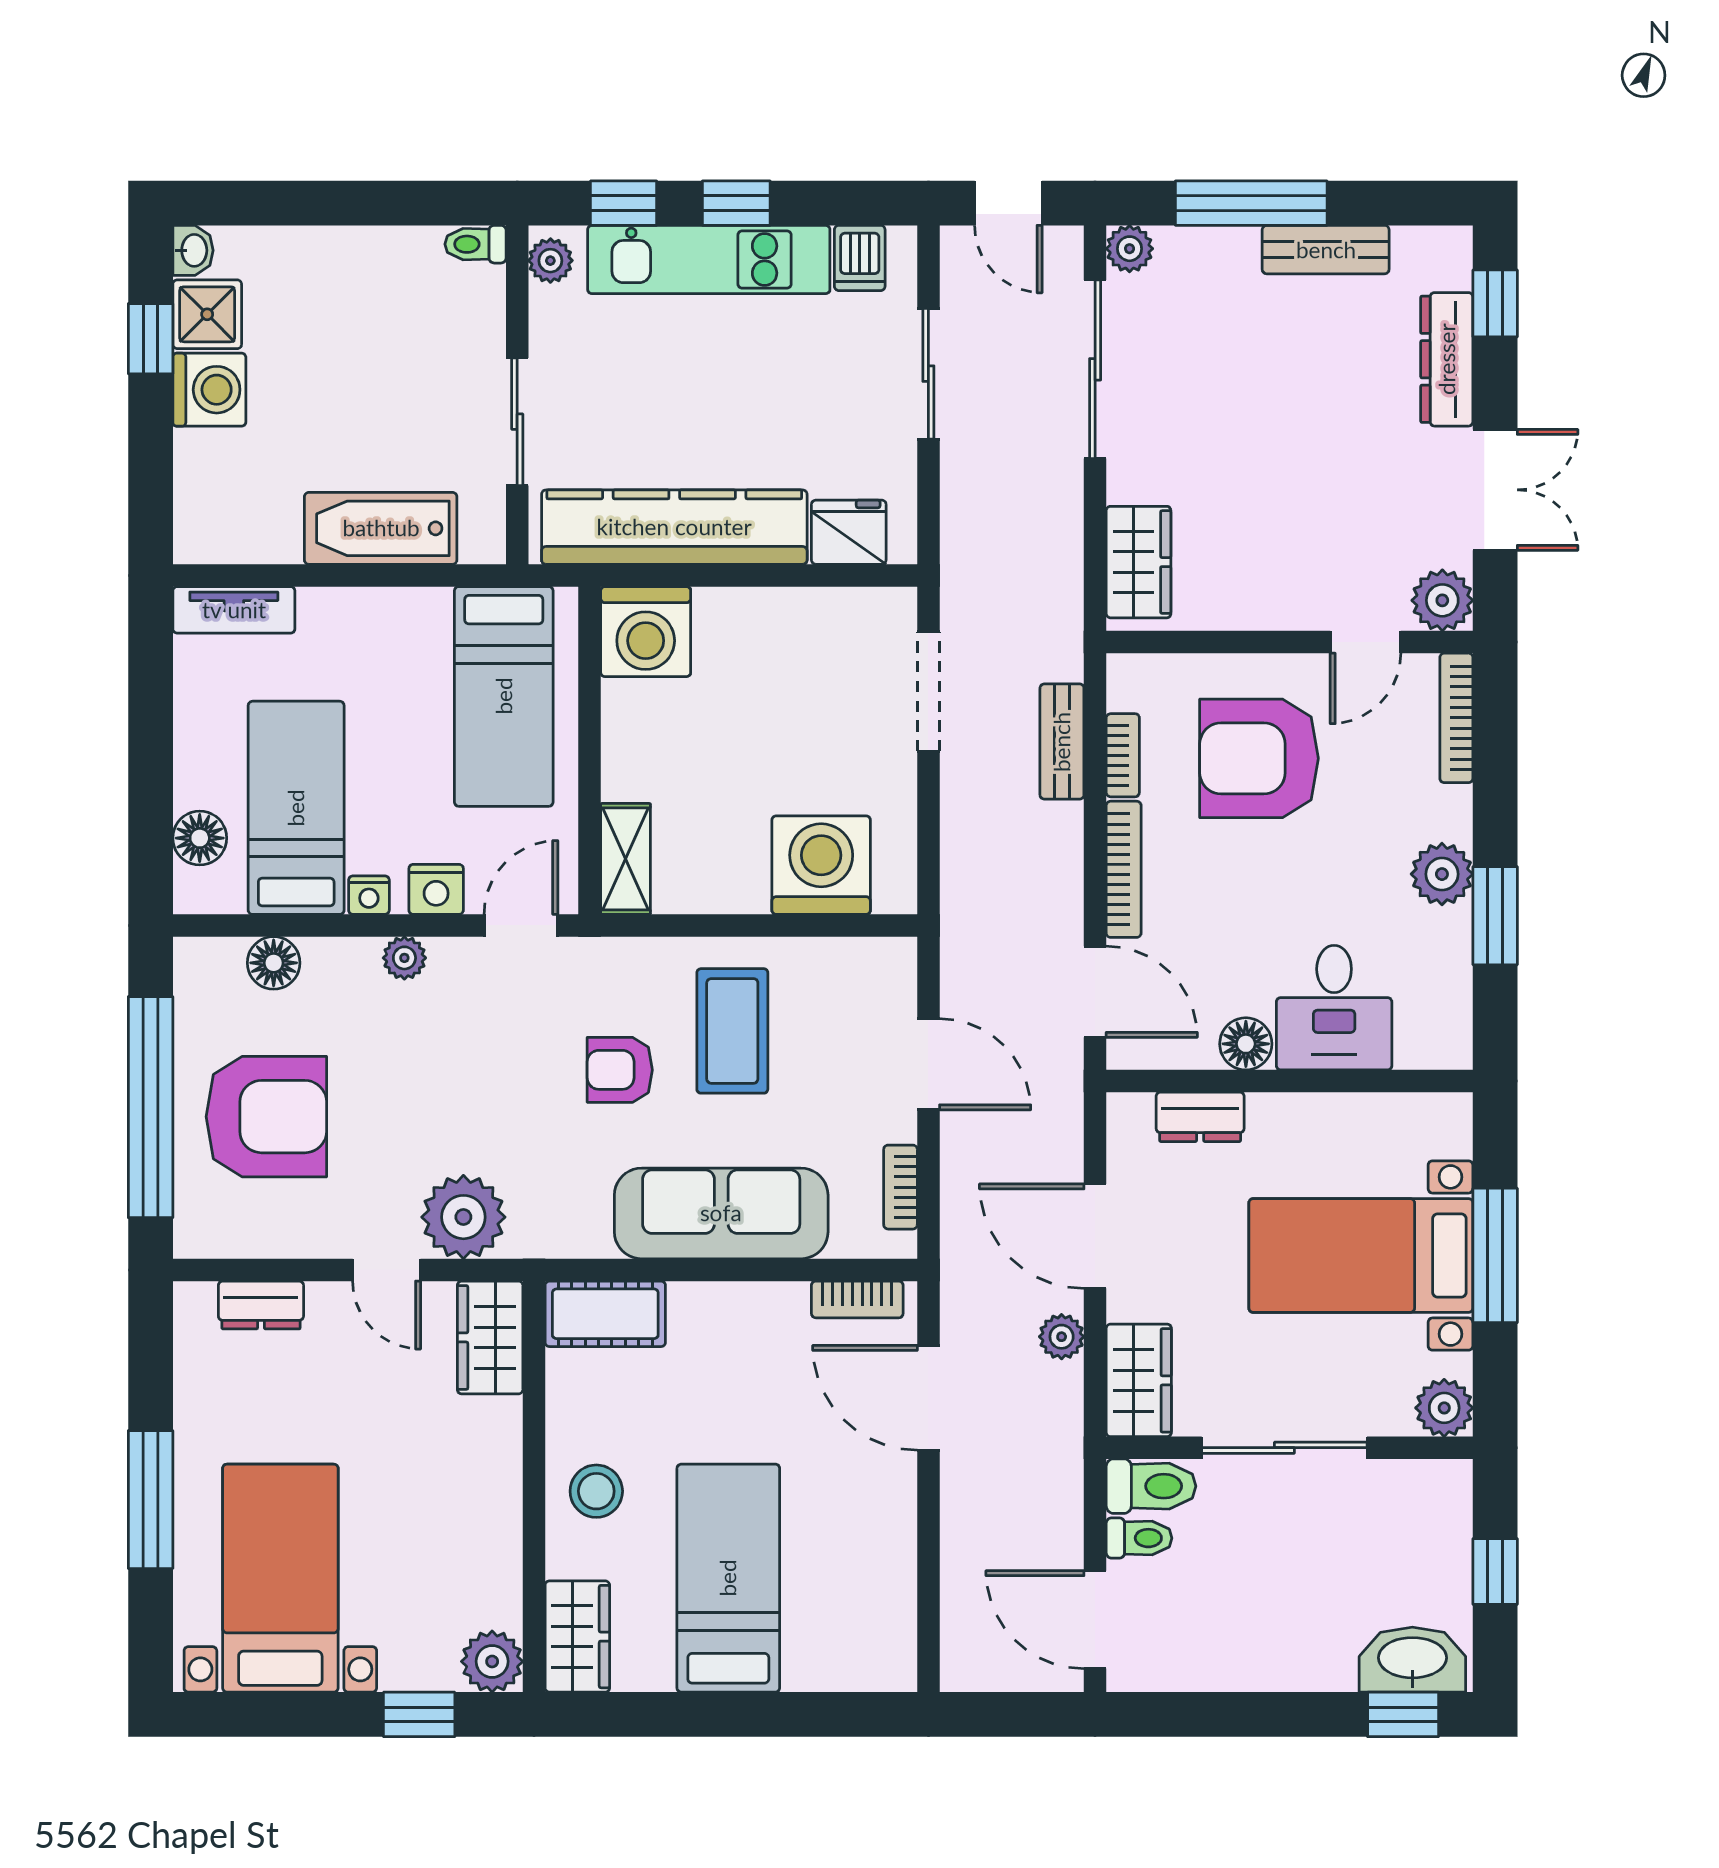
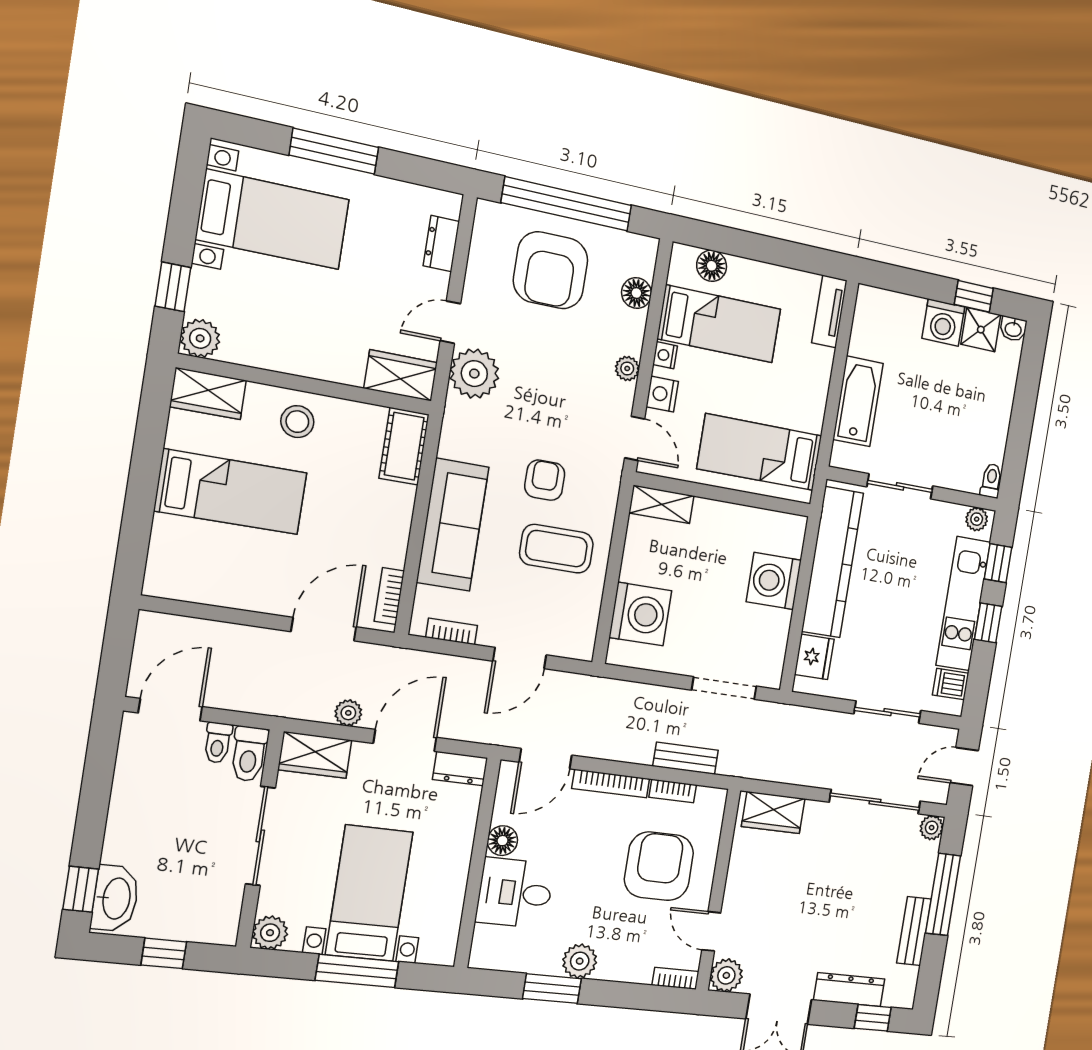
washing machine: (646, 632) -> (774, 581), moved
bookcase: (1456, 718) -> (675, 978), width x0.64
dresser: (1200, 1117) -> (460, 769), moved, turned -90

